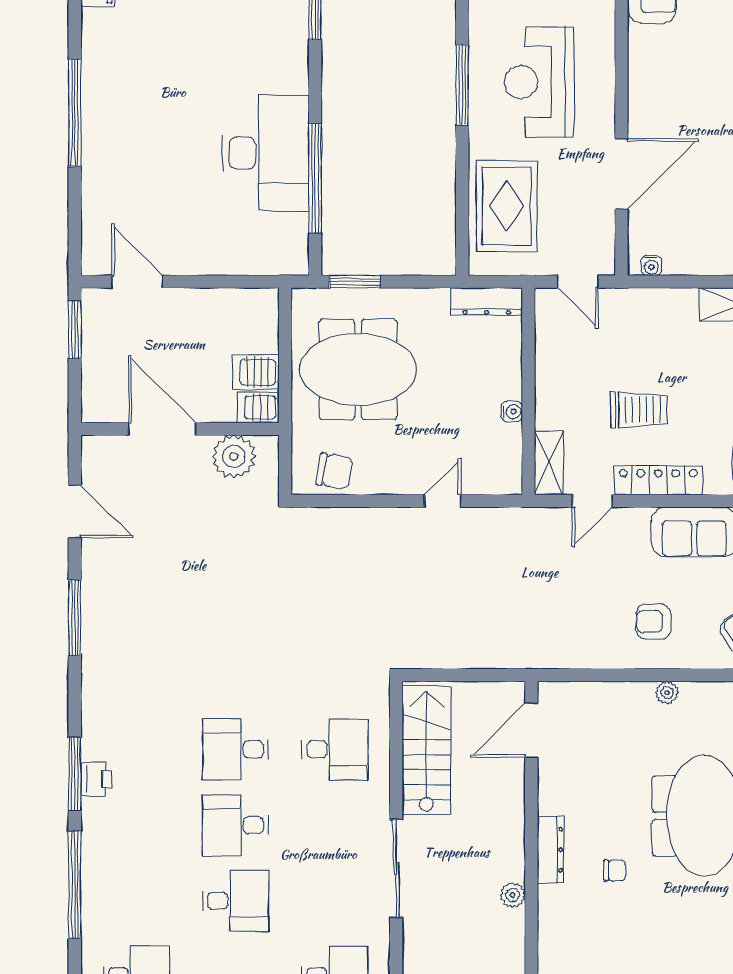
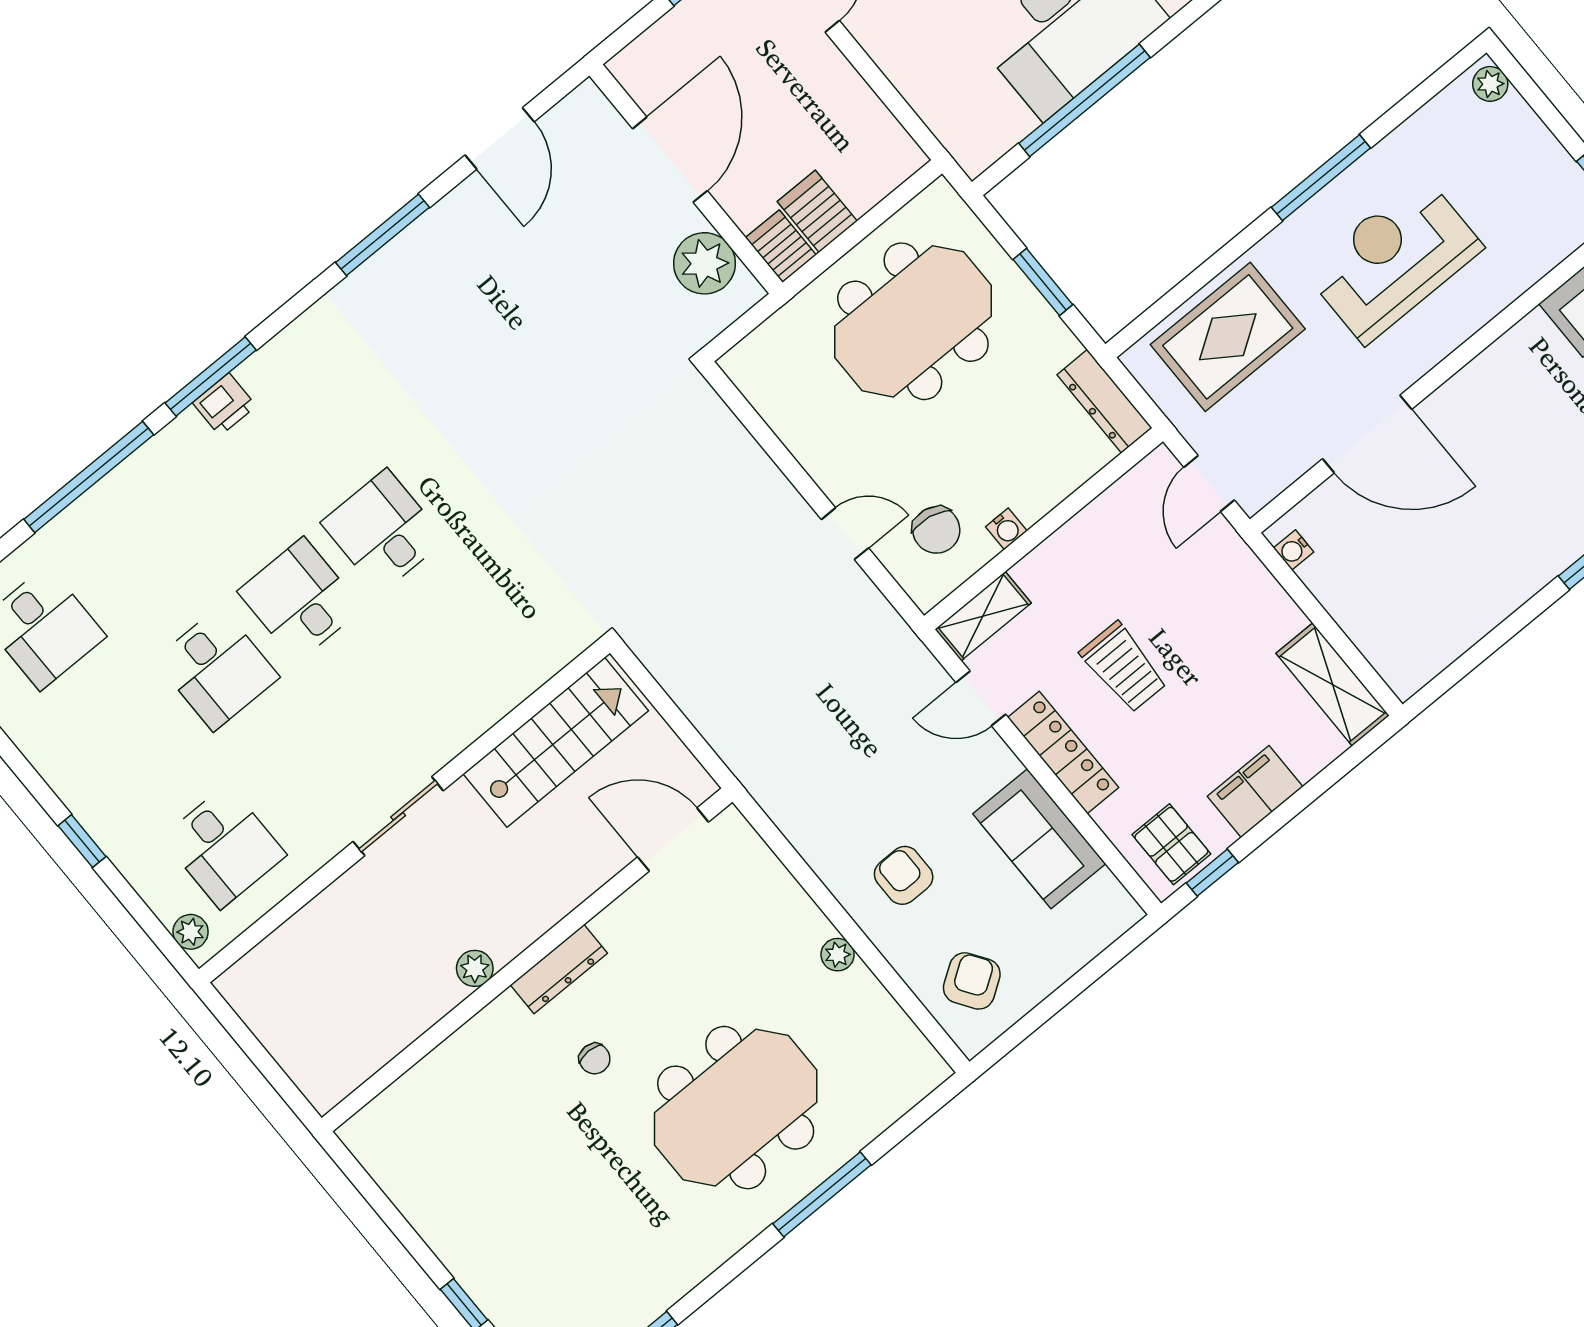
window: (355, 282) -> (1043, 282), moved
meeting table: (358, 369) -> (913, 321), turned 90
chair: (334, 471) -> (936, 530), moved
desk: (335, 749) -> (473, 641), removed
sliding door: (396, 869) -> (398, 816), width x0.73

